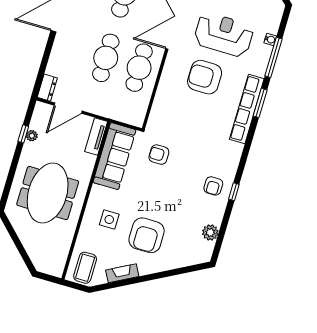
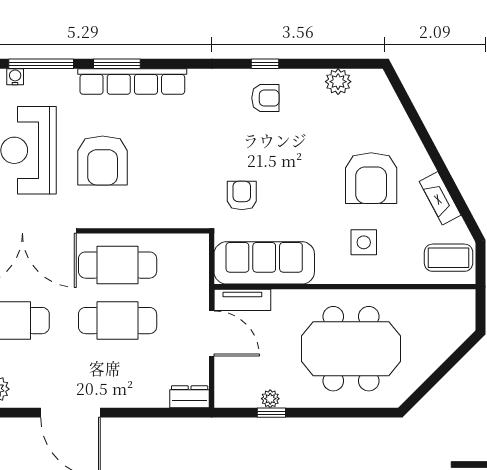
door: (68, 108) -> (212, 333), moved
armchair: (159, 155) -> (242, 196), turned 180
armchair: (147, 235) -> (371, 178), turned 90

